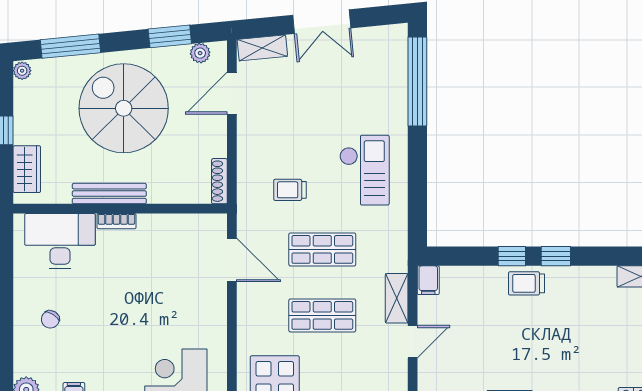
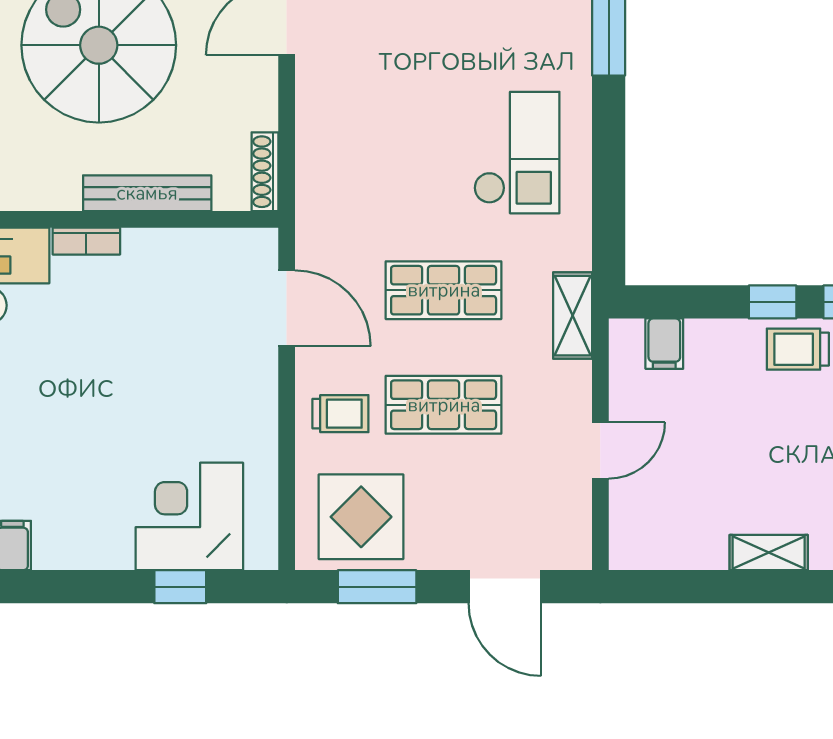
trolley: (290, 190) -> (340, 414), moved, turned 180
bench: (109, 194) -> (147, 193), moved
filing cabinet: (428, 280) -> (664, 344), moved
shelving: (397, 298) -> (573, 316), moved

